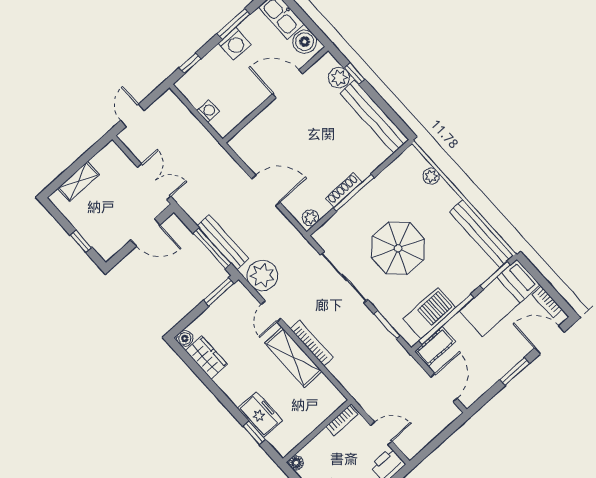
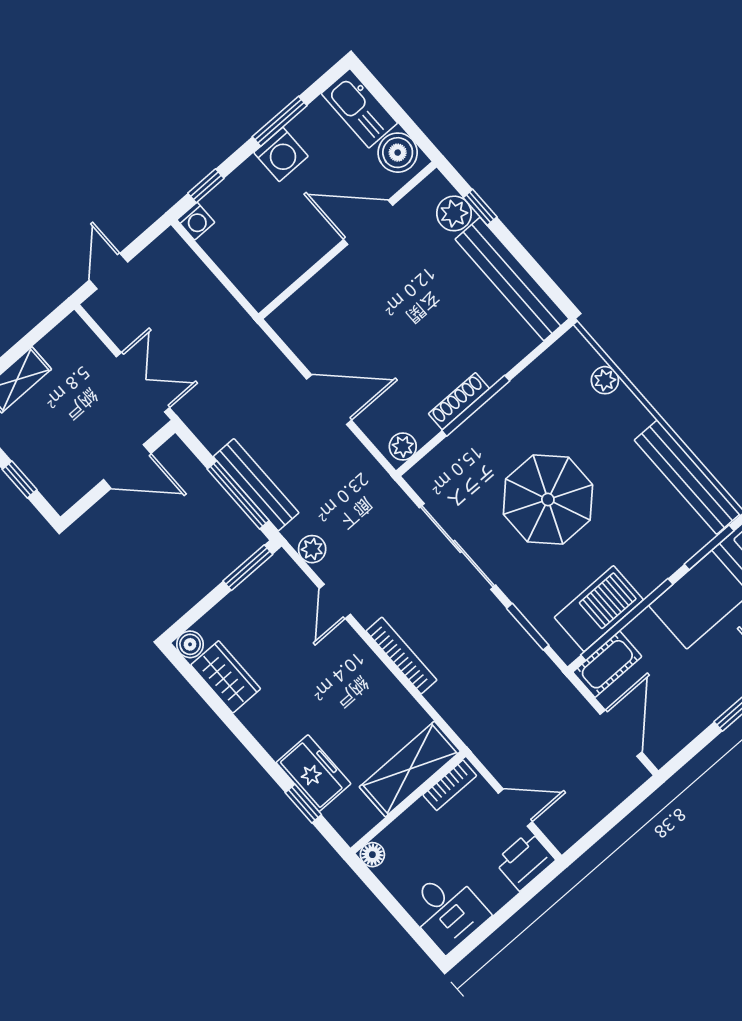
washing machine: (208, 111) -> (196, 221), moved, turned 90
plant: (262, 275) -> (312, 549), width x0.53, depth x0.53
shelving: (293, 357) -> (410, 769), moved, turned 90

